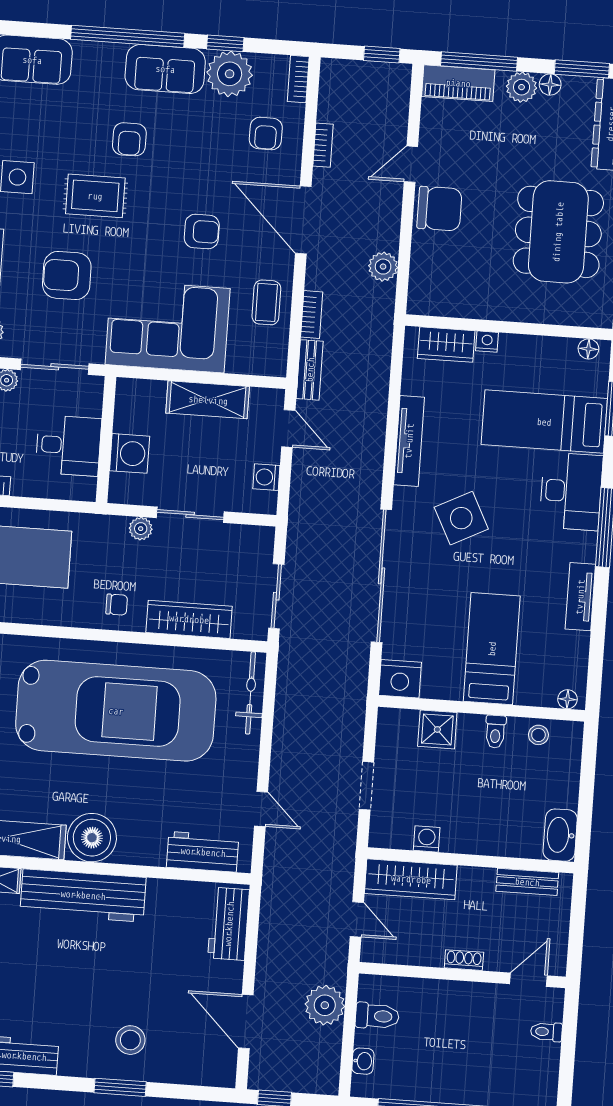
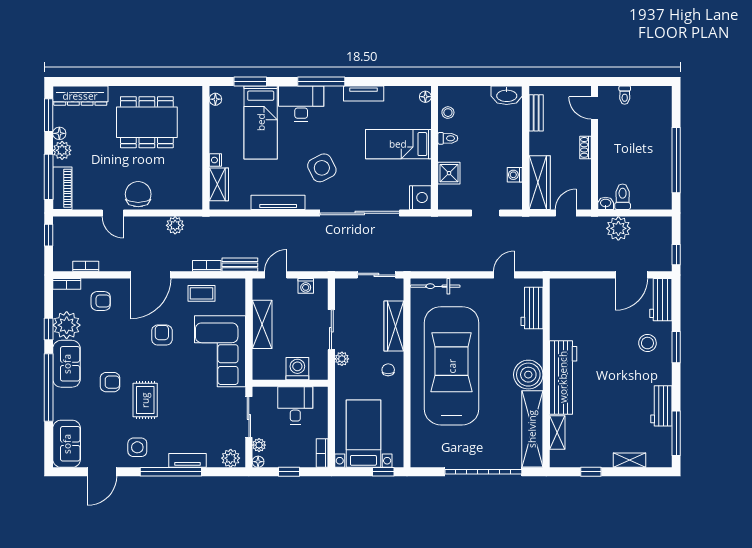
bookcase: (323, 145) -> (86, 266), moved
armchair: (67, 275) -> (194, 414), removed
workbench: (229, 924) -> (661, 300), moved, turned 90
washbasin: (363, 1061) -> (606, 203), moved

